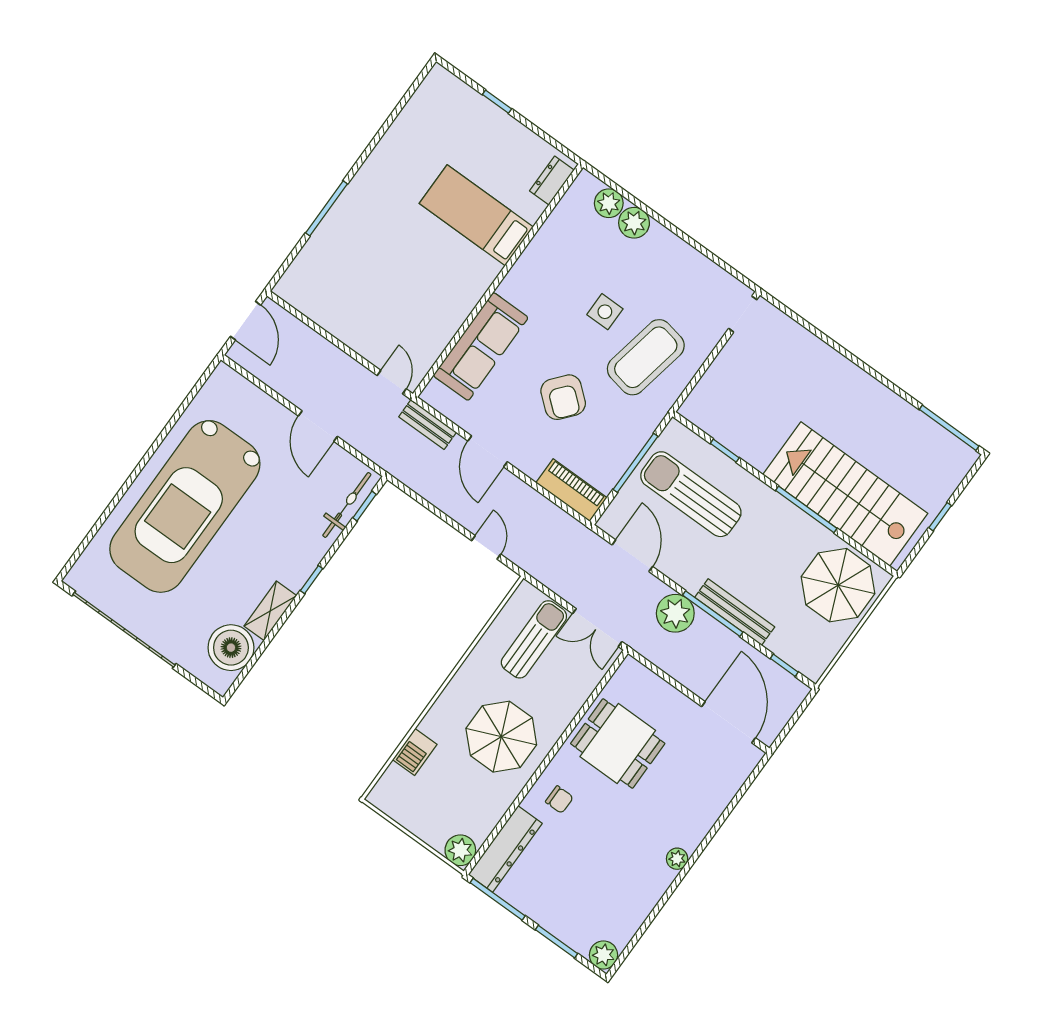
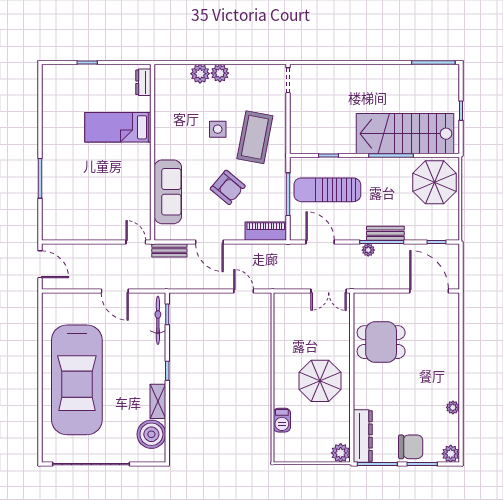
plant: (609, 203) -> (220, 73), moved
bench: (735, 612) -> (385, 233), width x0.73
plant: (675, 613) -> (368, 250), width x0.53, depth x0.53
sun lounger: (534, 639) -> (301, 320), removed
chair: (559, 800) -> (411, 447), moved, width x1.87, depth x1.87
plant: (677, 859) -> (453, 407), moved

